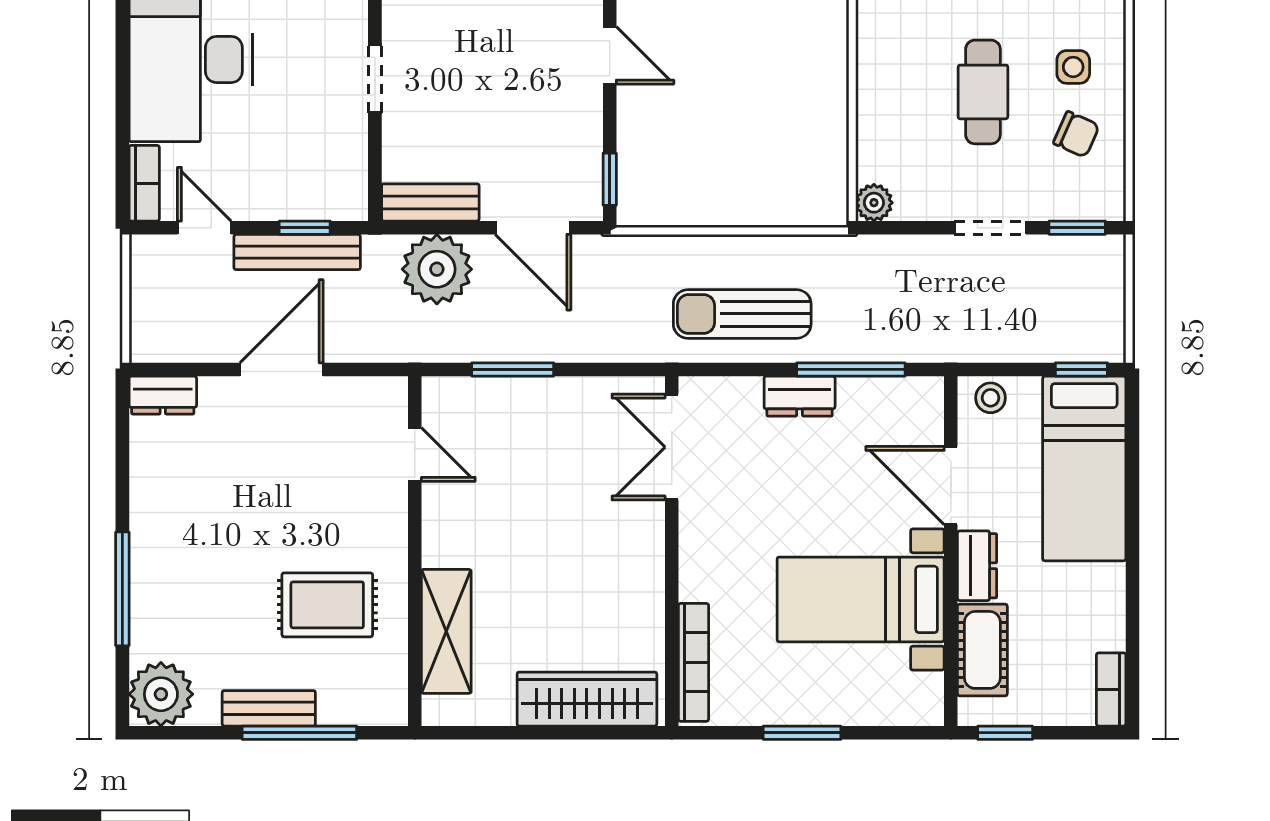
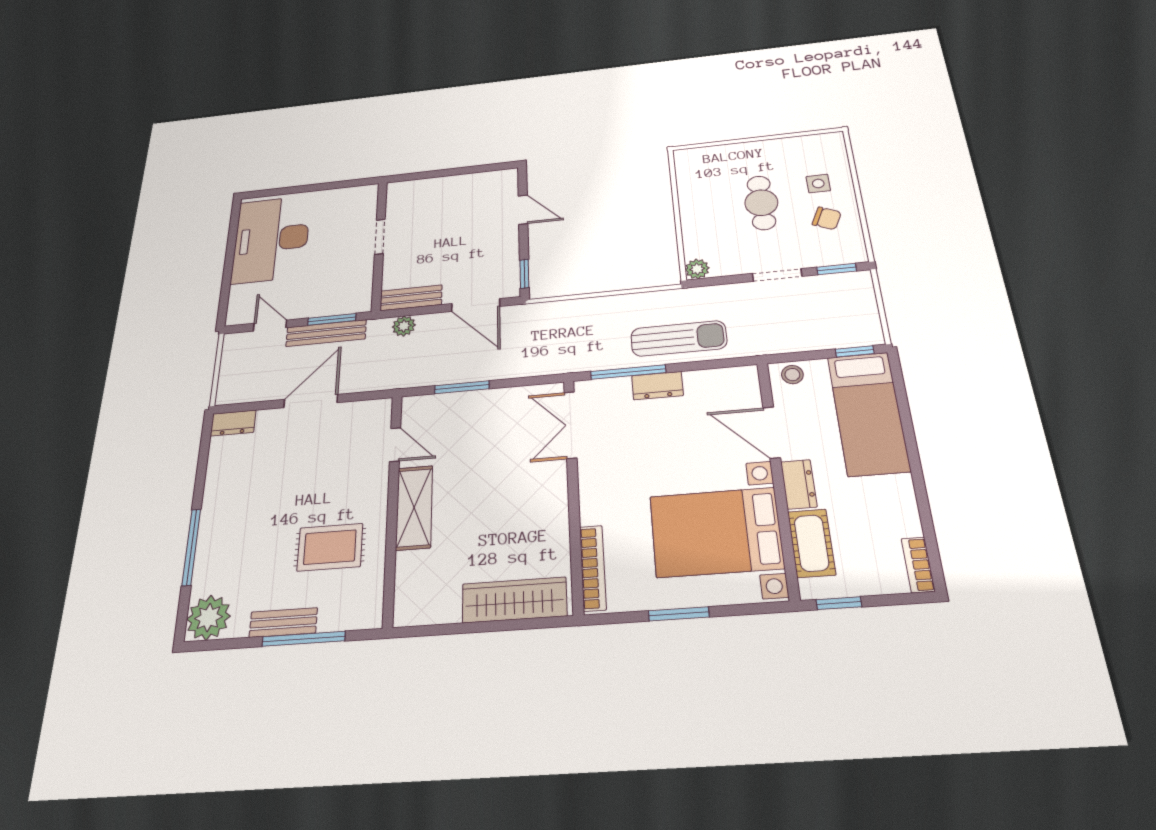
bookcase: (144, 183) -> (236, 305), removed
window: (305, 228) -> (332, 319), width x1.50
plant: (437, 269) -> (404, 326), width x0.53, depth x0.53
sun lounger: (742, 314) -> (679, 338), moved, turned 180
window: (851, 369) -> (628, 372), moved
bed with nightstands: (861, 599) -> (716, 532), width x1.36
shelving: (446, 631) -> (414, 507), moved

